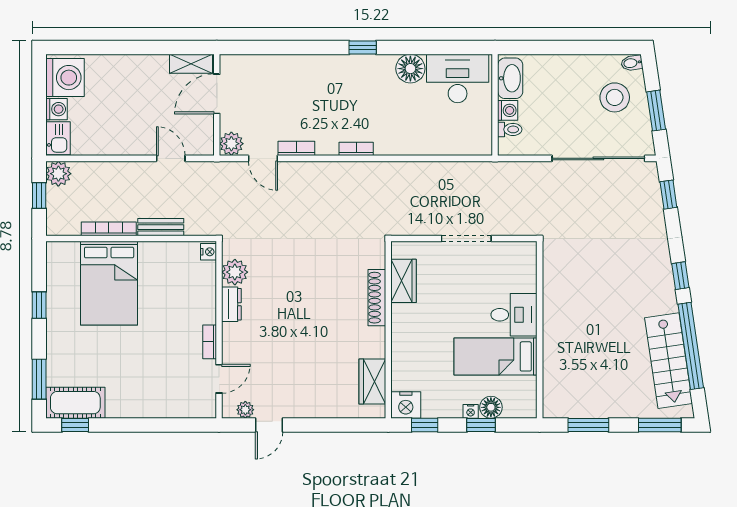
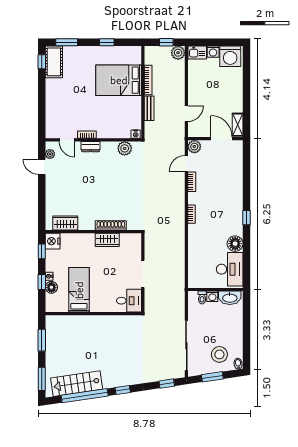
wardrobe: (404, 281) -> (107, 240), moved
dresser: (231, 304) -> (91, 147), moved
desk: (514, 315) -> (129, 301), moved, turned -90

